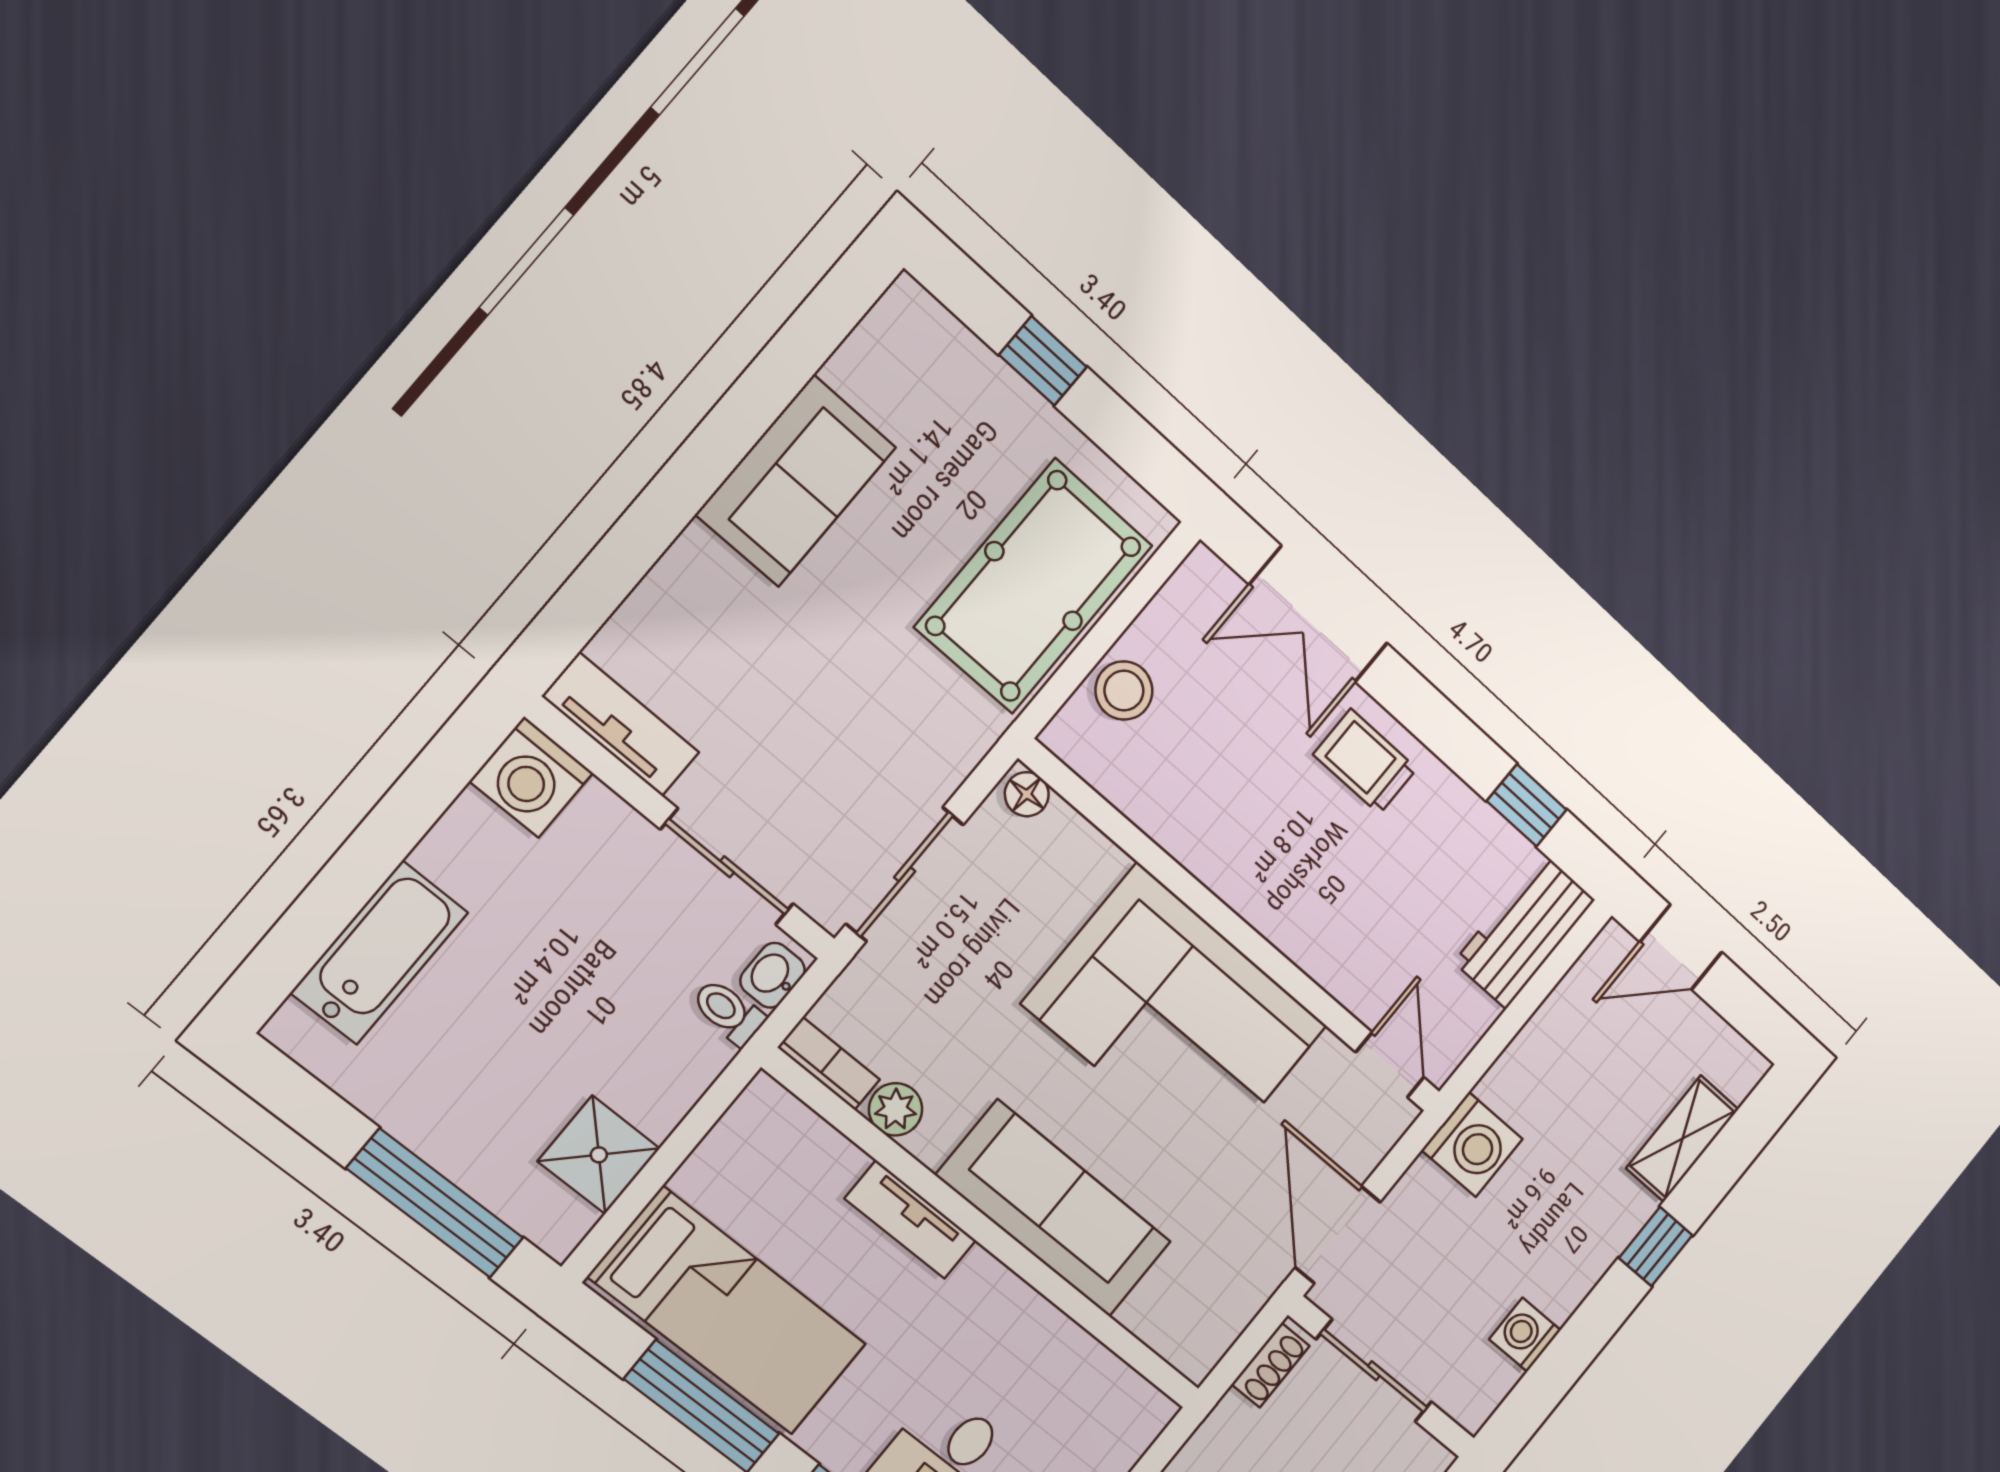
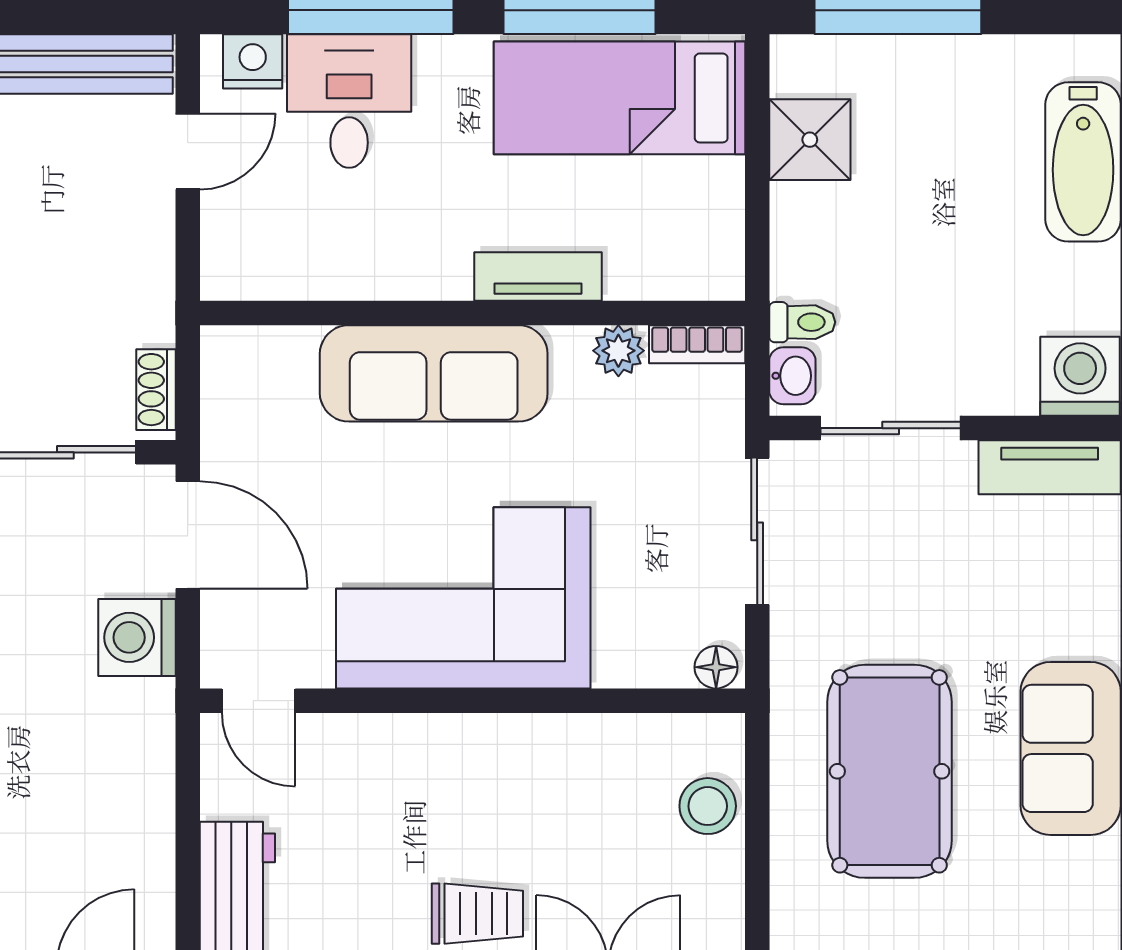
pool table: (1034, 586) -> (890, 771), moved
washing machine: (1472, 1144) -> (137, 637), moved

